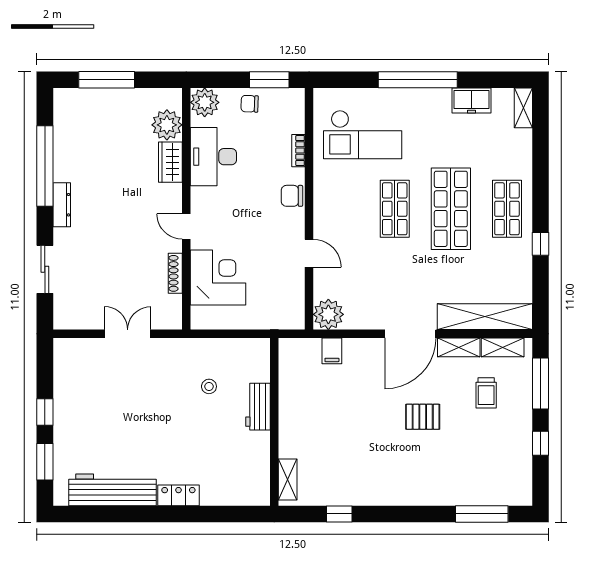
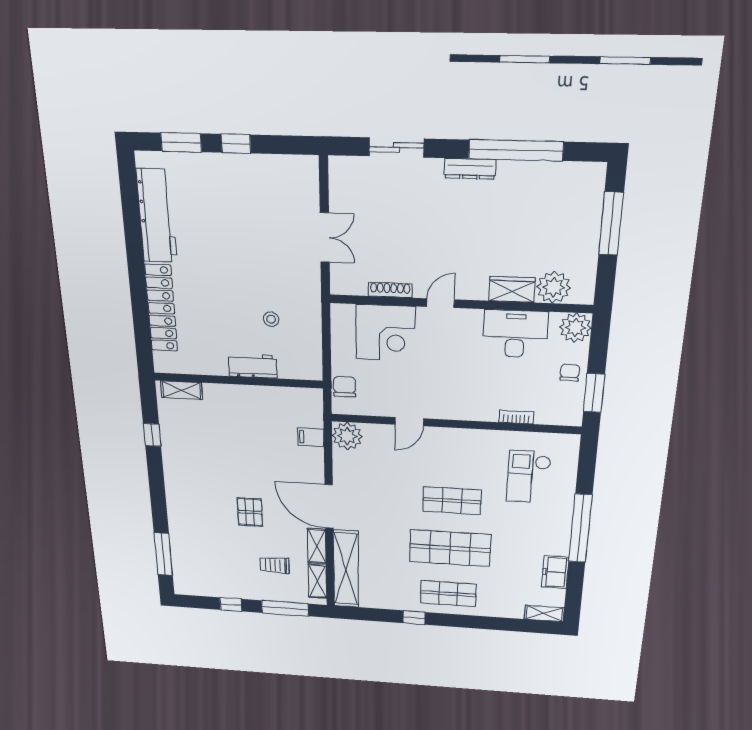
checkout: (363, 135) -> (529, 477), width x0.73, depth x0.83
chair: (292, 196) -> (345, 387), moved
locker: (178, 495) -> (161, 308), width x2.16, depth x1.21

